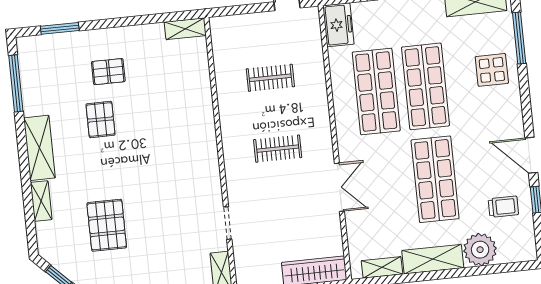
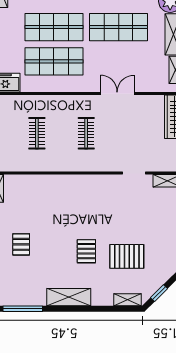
pallet: (101, 119) -> (86, 251), moved, turned 90
shelving: (41, 201) -> (128, 300), moved

